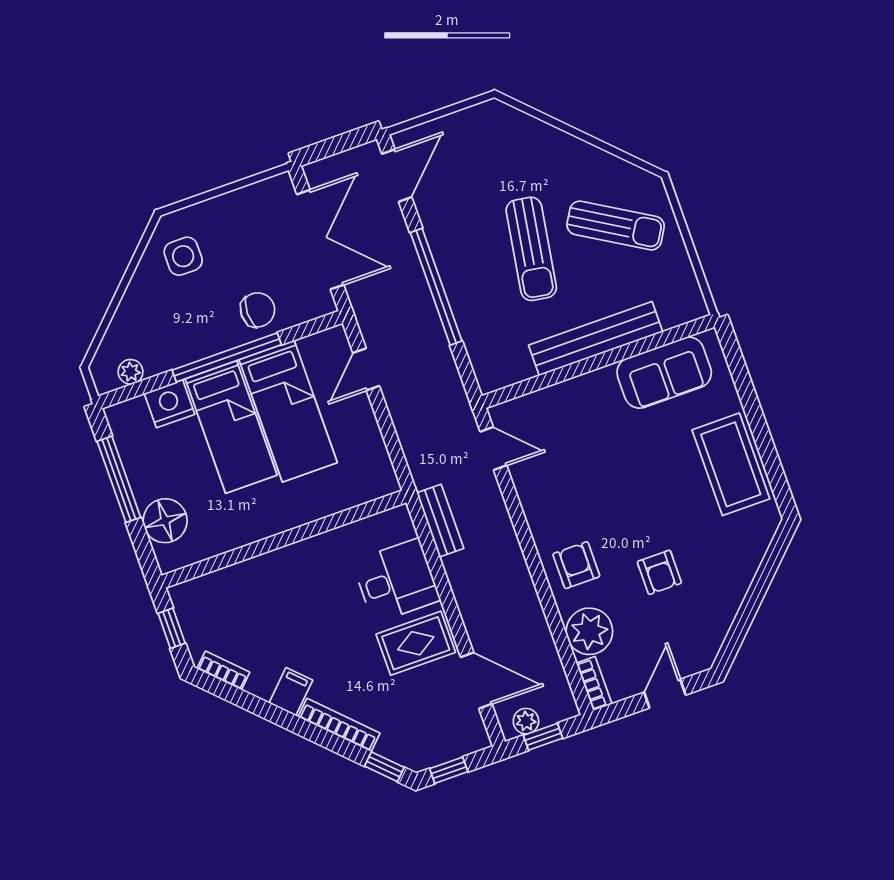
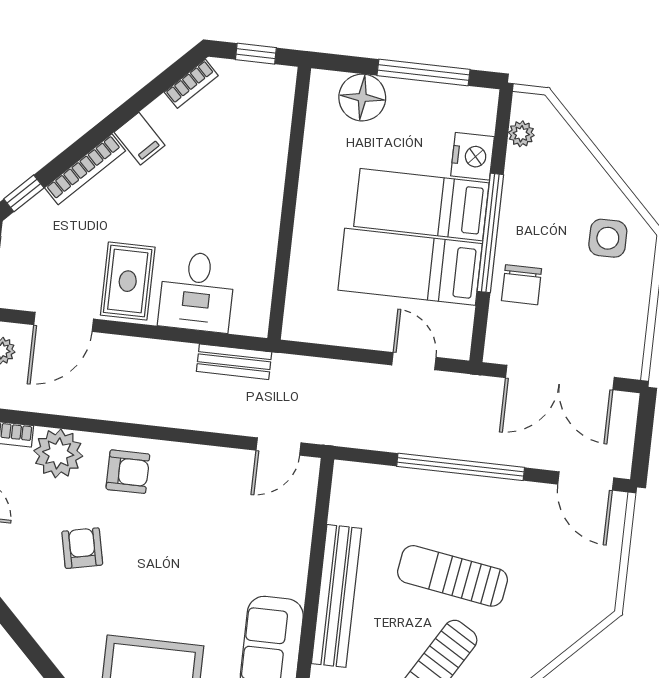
armchair: (659, 572) -> (82, 548), turned 78

